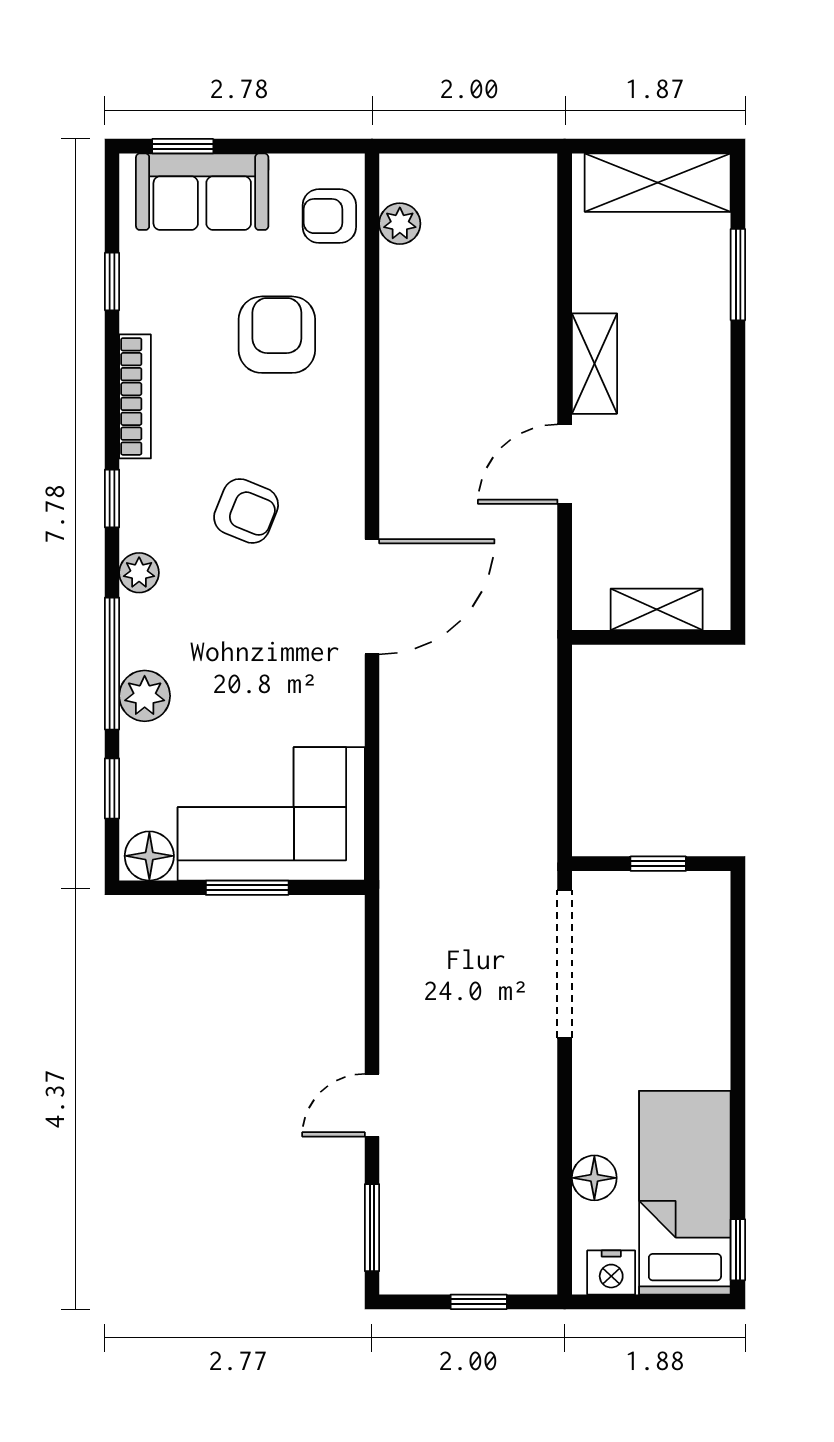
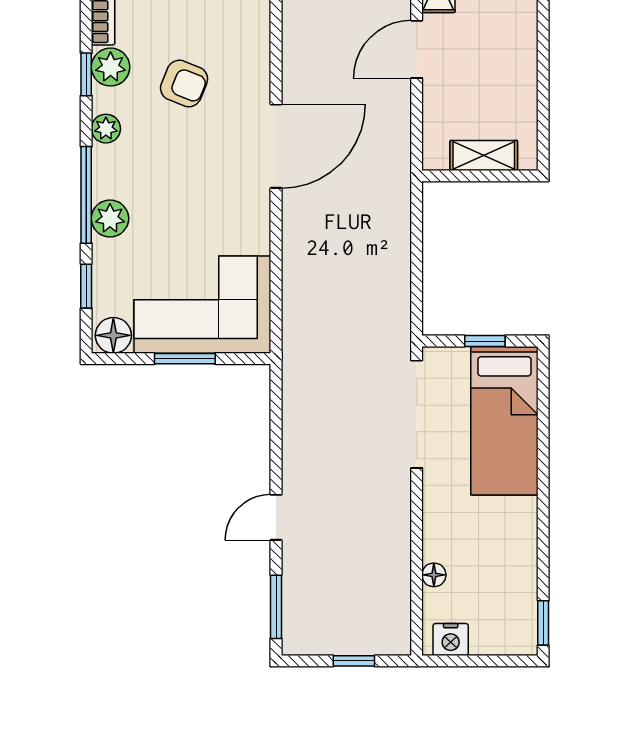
plant: (145, 488) -> (111, 67), added
floor lamp: (594, 1178) -> (434, 575), width x0.73, depth x0.73
bed: (685, 1193) -> (504, 421), moved, turned 180

